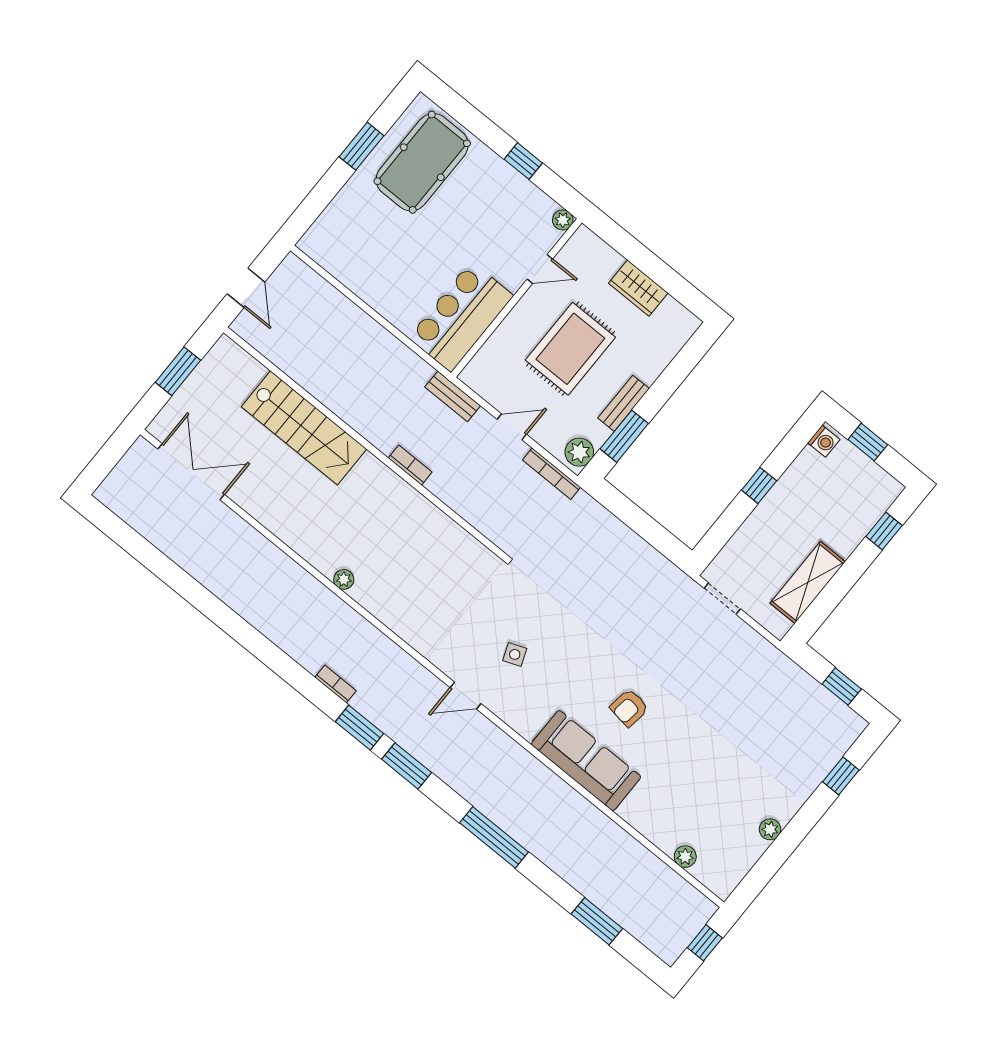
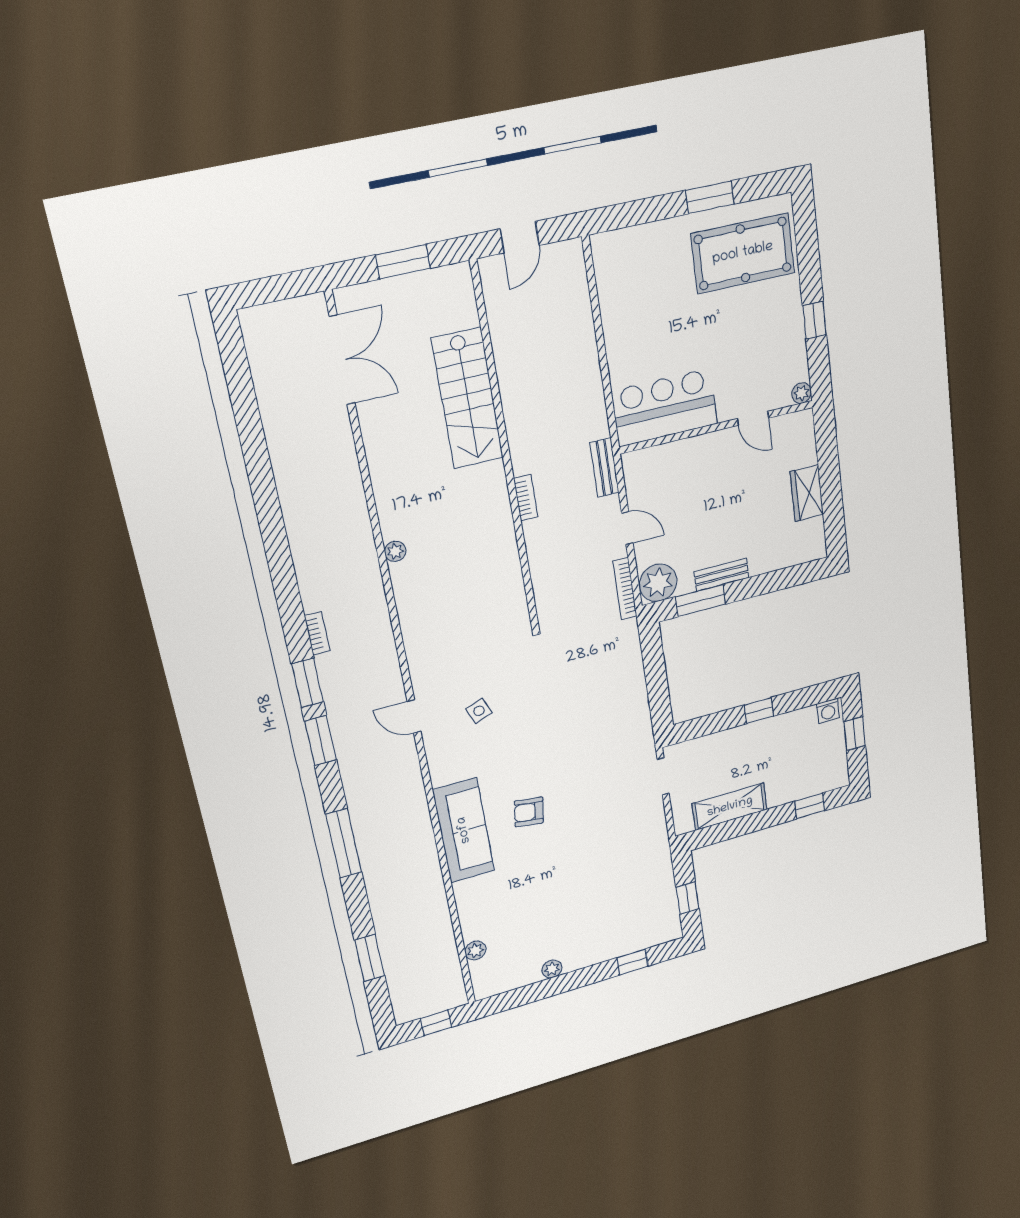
rug: (570, 349) -> (721, 501), removed
plant: (579, 452) -> (658, 583), width x1.36, depth x1.36

